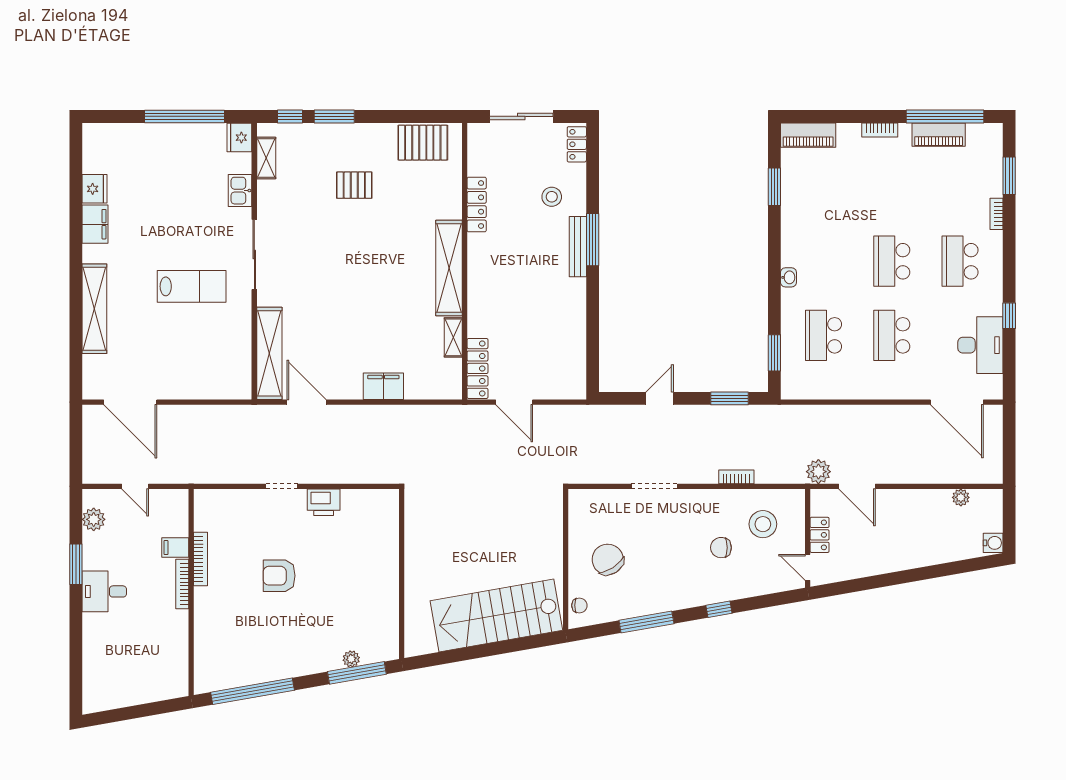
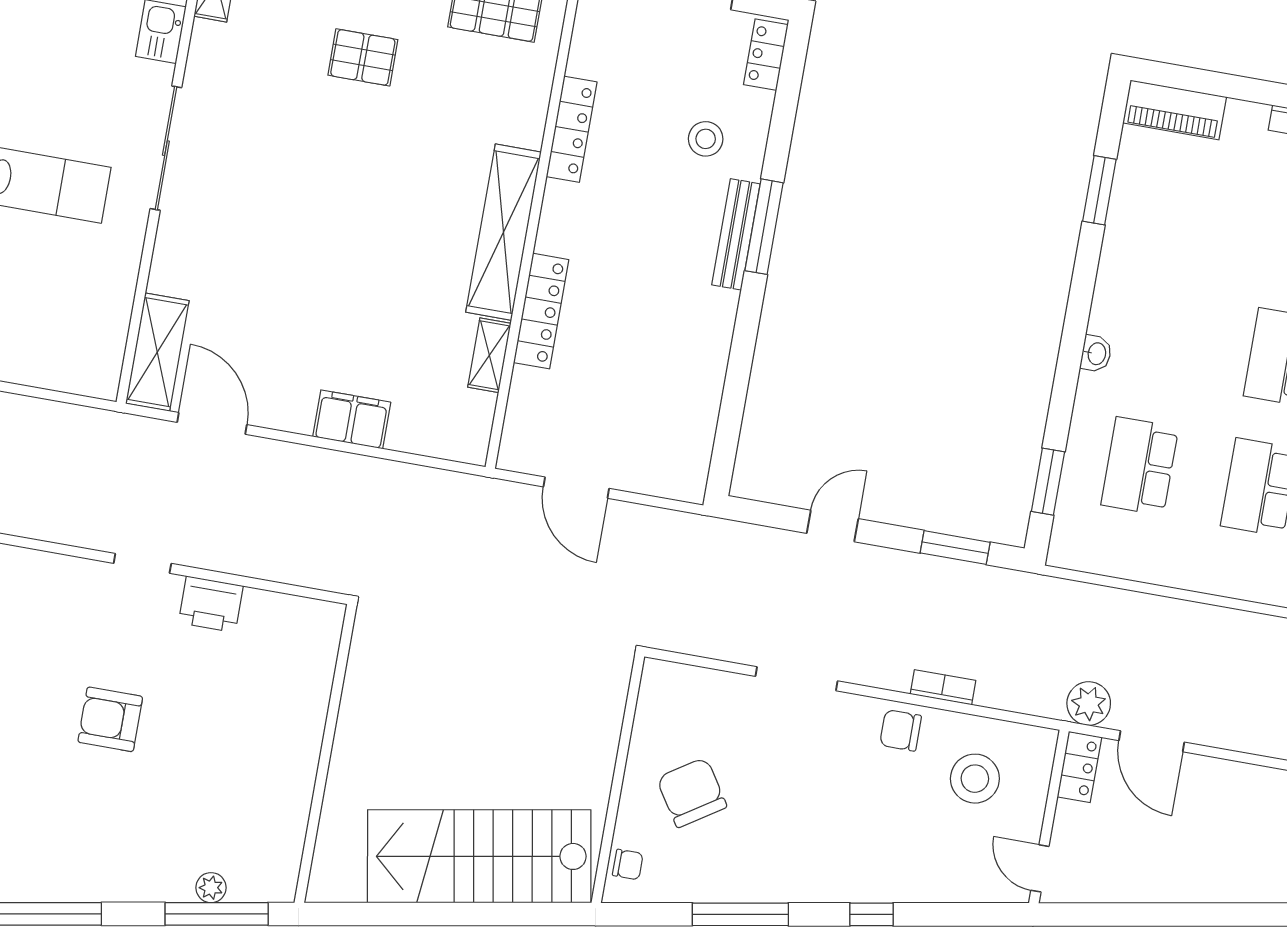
shelving: (269, 353) -> (157, 352), width x0.68
locker: (477, 368) -> (541, 311), moved
locker: (820, 535) -> (1079, 767), moved
chair: (721, 548) -> (901, 730), moved

